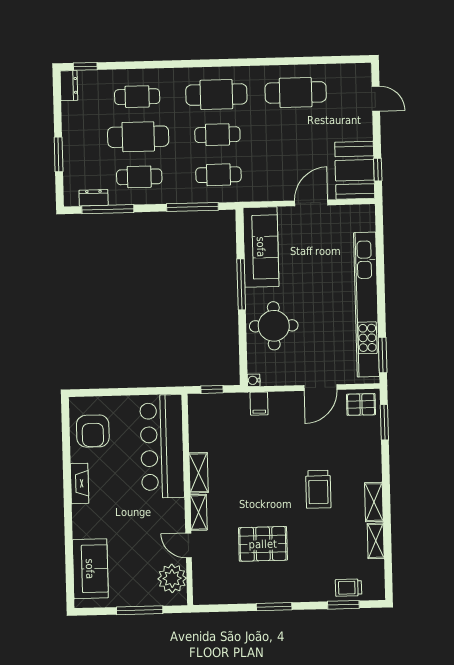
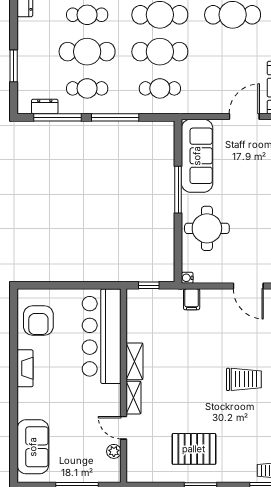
cafe table: (217, 135) -> (160, 52), width x1.37, depth x1.35
window: (192, 207) -> (115, 117), moved
door: (320, 388) -> (248, 286), hinge flipped
trolley: (318, 489) -> (244, 379), turned -90
pallet: (263, 544) -> (194, 449), moved
plant: (172, 578) -> (114, 451), width x0.53, depth x0.53

